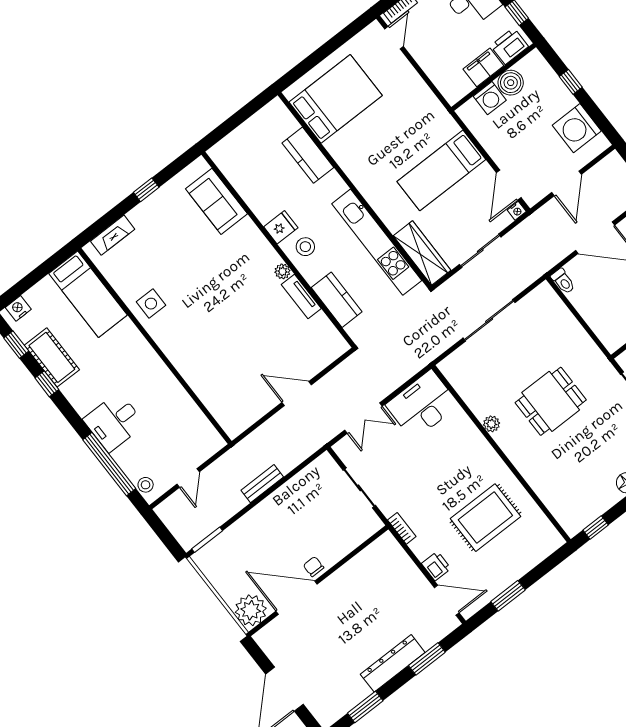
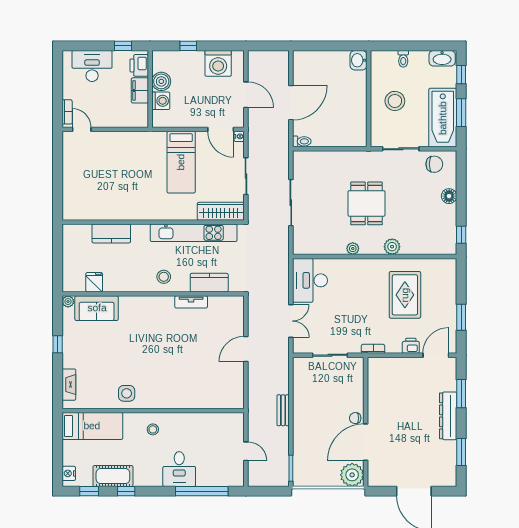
bed: (336, 99) -> (91, 191), removed
fridge: (281, 227) -> (94, 282), moved
plant: (282, 271) -> (68, 301), moved
plant: (526, 464) -> (392, 247), added
stool: (146, 485) -> (153, 429), moved

